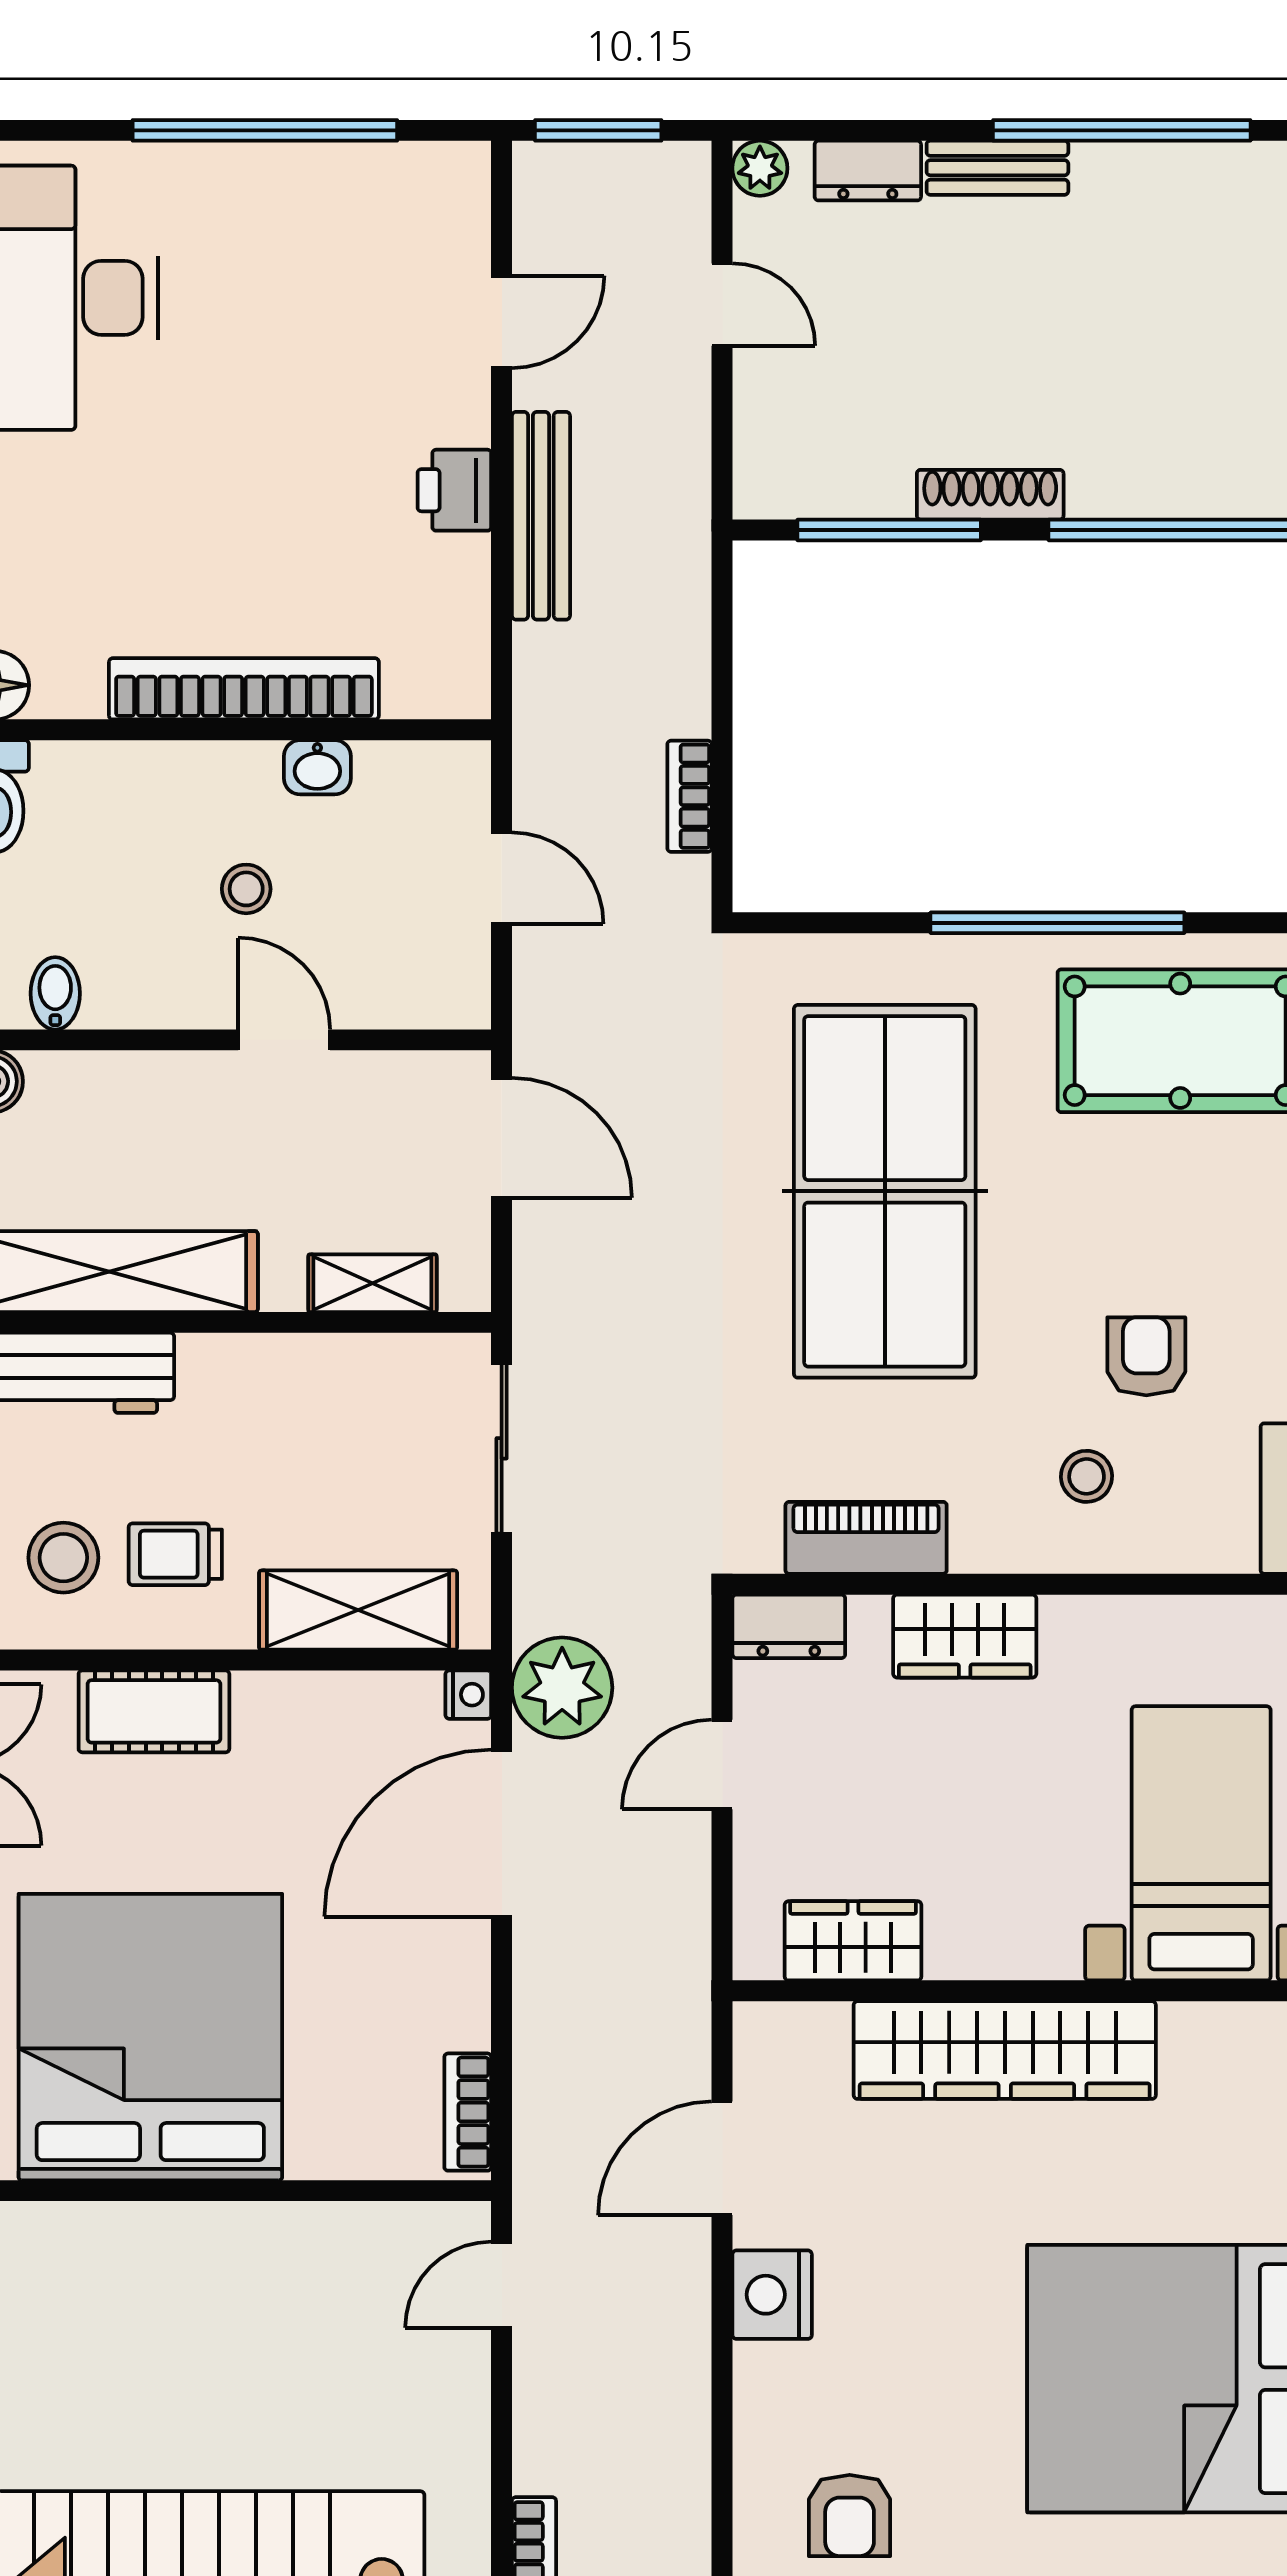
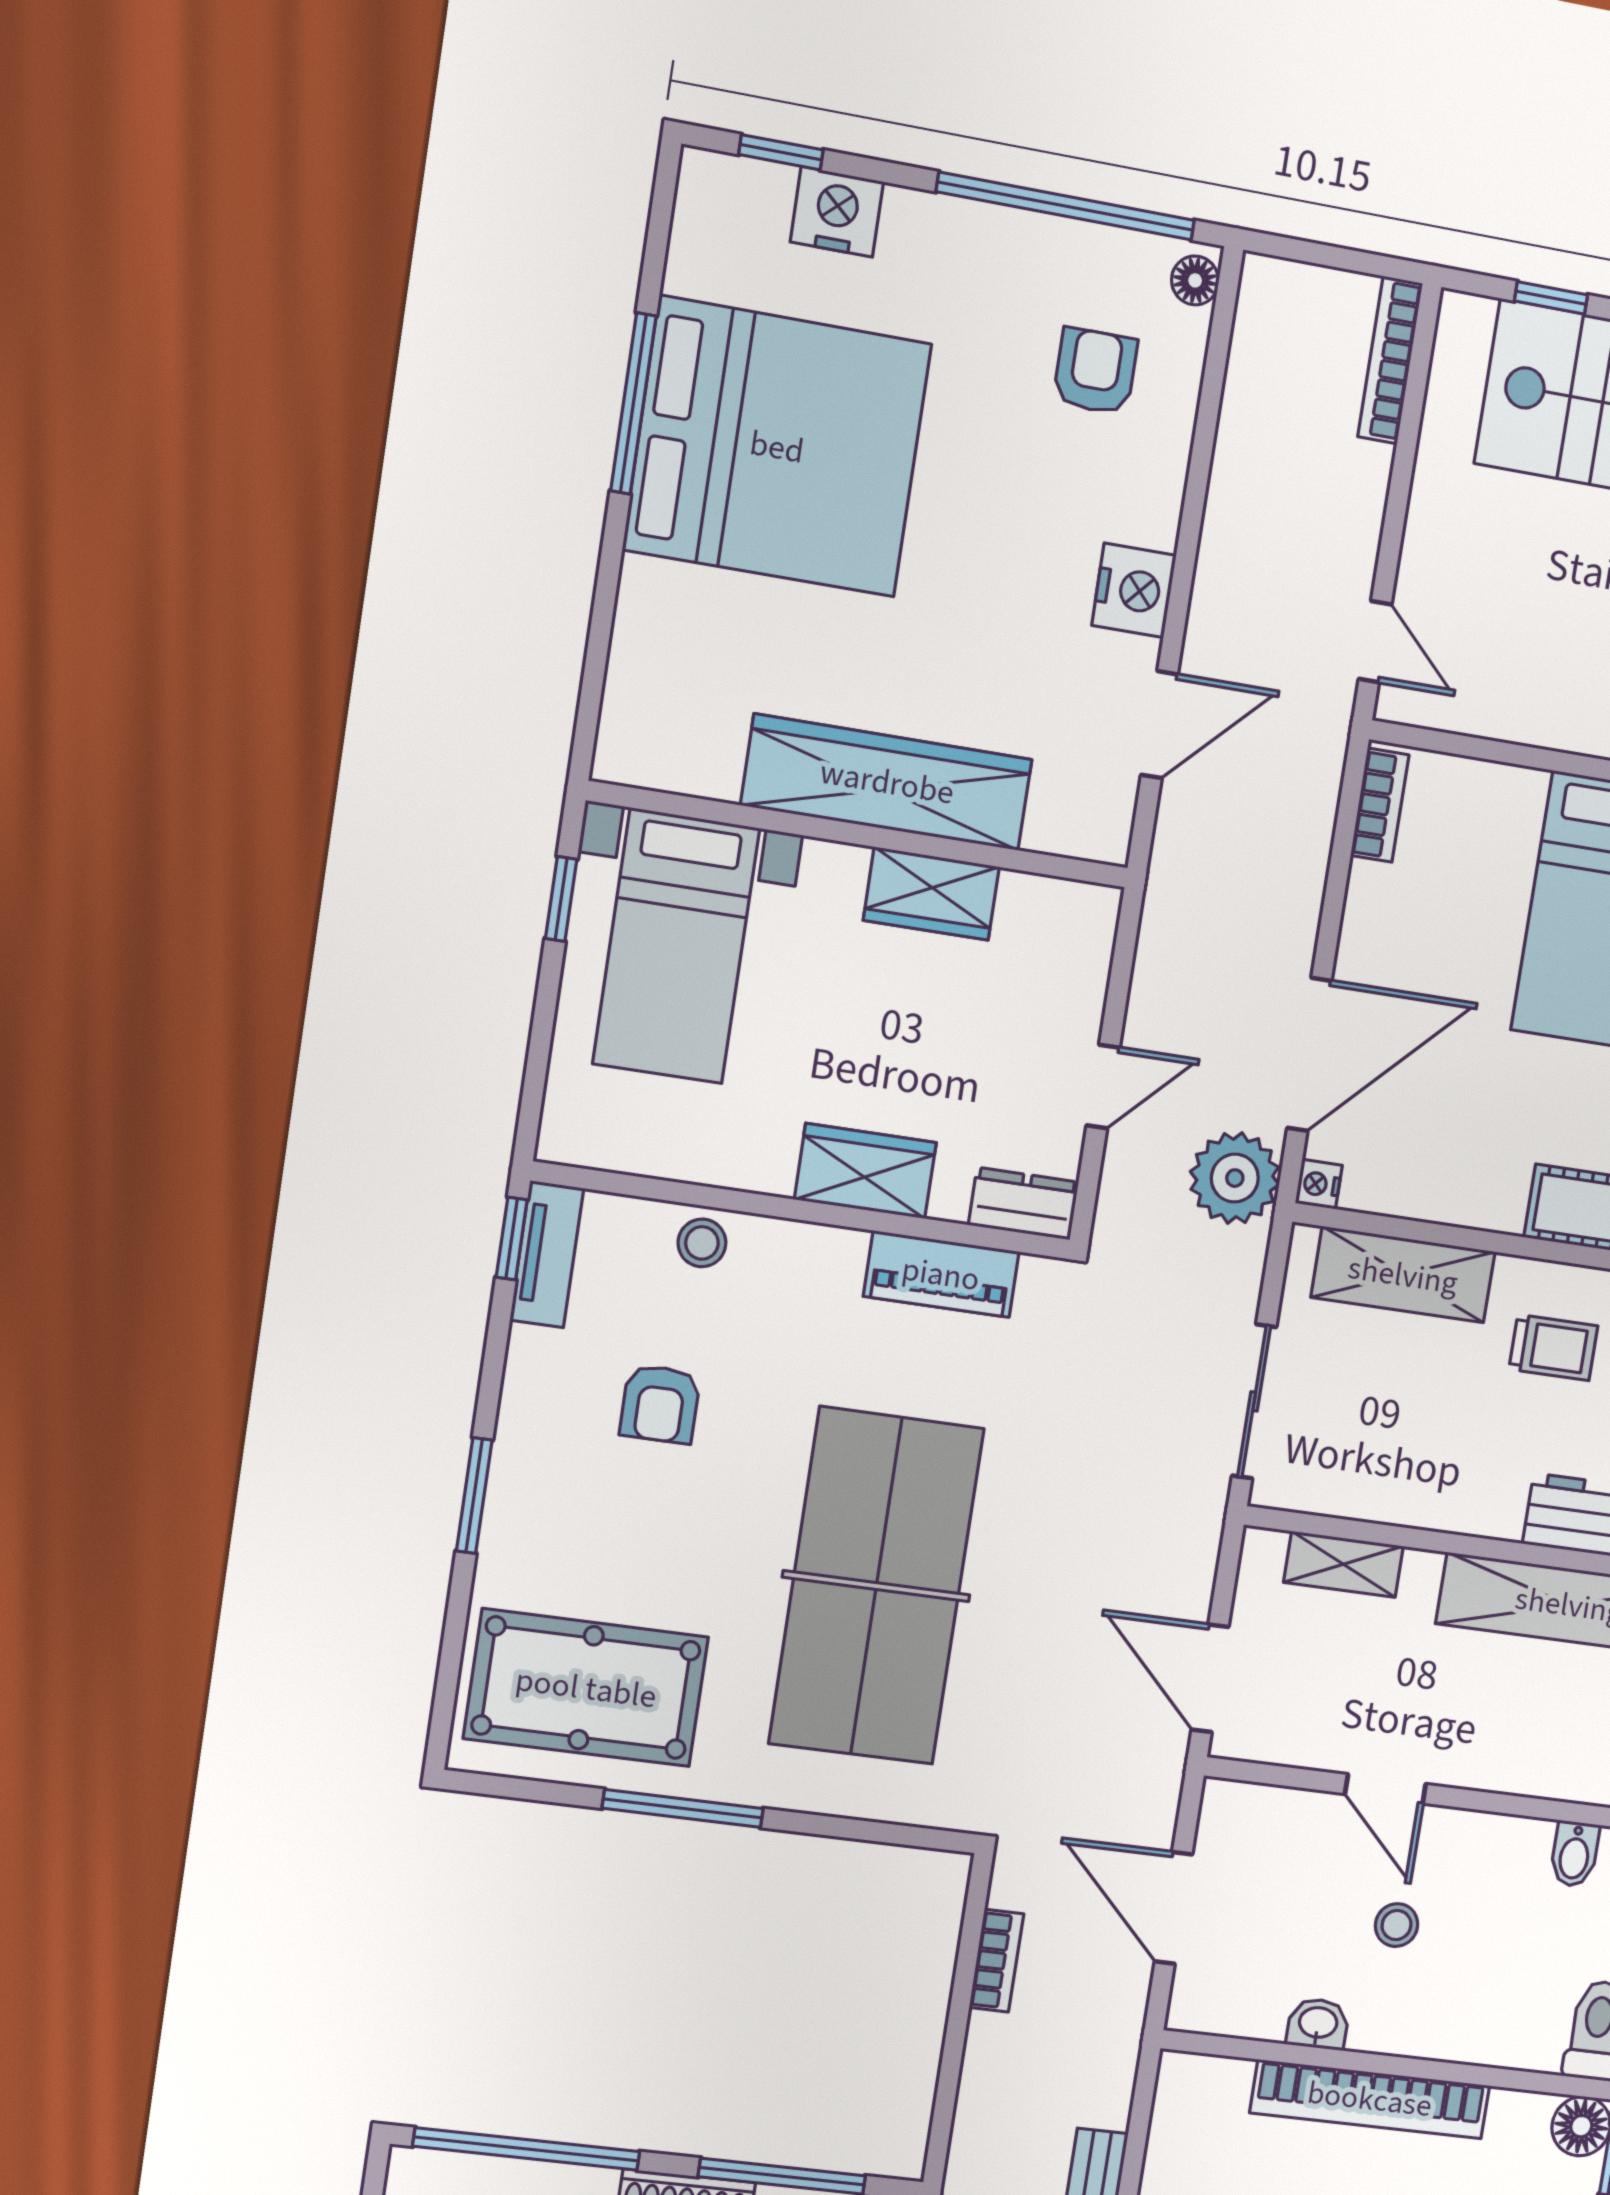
door: (502, 878) -> (1173, 1908), width x1.38
window: (1057, 923) -> (683, 1808), width x0.68
stool: (1087, 1476) -> (702, 1243), moved
wardrobe: (853, 1941) -> (931, 894), moved
door: (502, 2285) -> (1375, 642), hinge flipped

